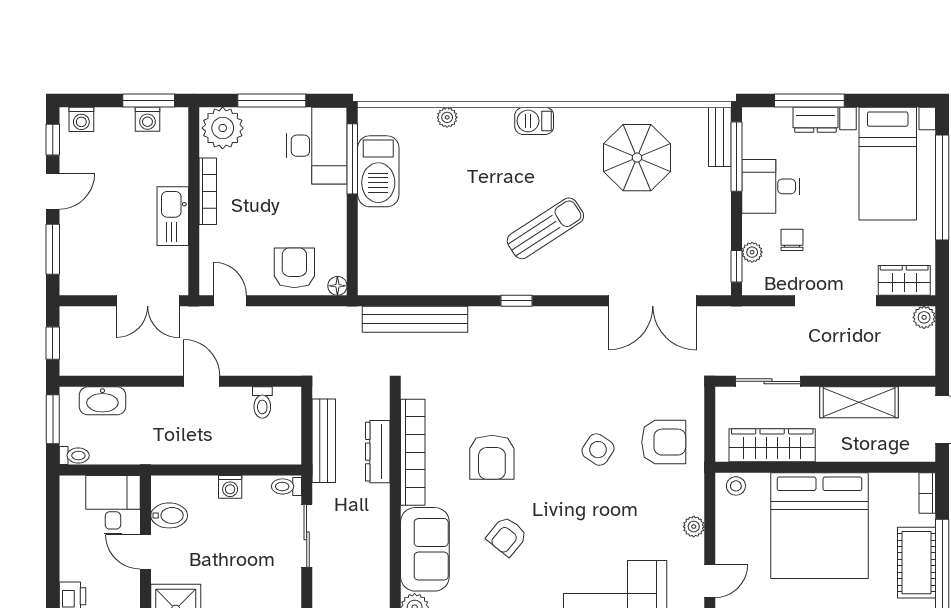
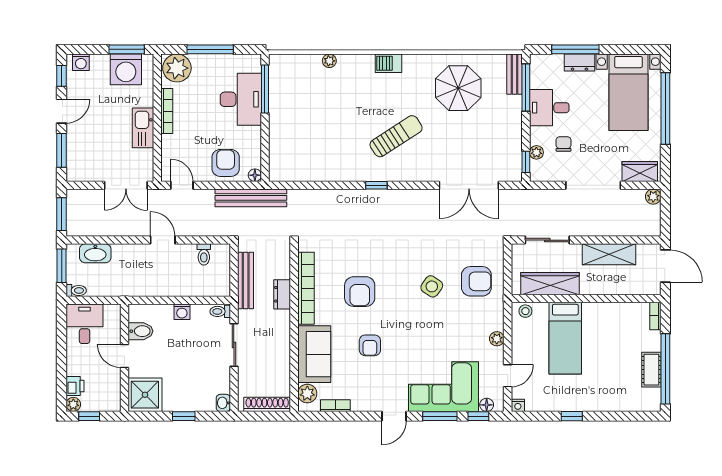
washing machine: (147, 119) -> (126, 69), width x1.89, depth x1.89
desk: (317, 146) -> (241, 99), moved
barbecue: (378, 171) -> (283, 97), removed
bench: (415, 319) -> (251, 198), moved
window: (53, 343) -> (62, 214), width x1.50
dresser: (378, 452) -> (282, 294), width x0.70
desk: (113, 505) -> (85, 324), moved
bed: (820, 526) -> (565, 338), width x0.49
armchair: (507, 536) -> (370, 345), turned -39
cot: (917, 563) -> (651, 370), width x0.73, depth x0.75

